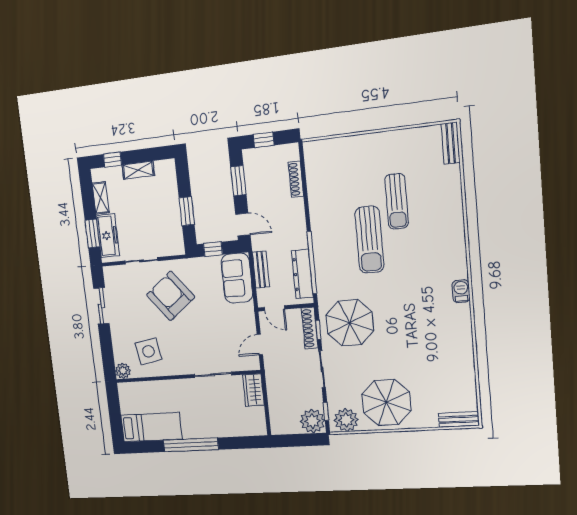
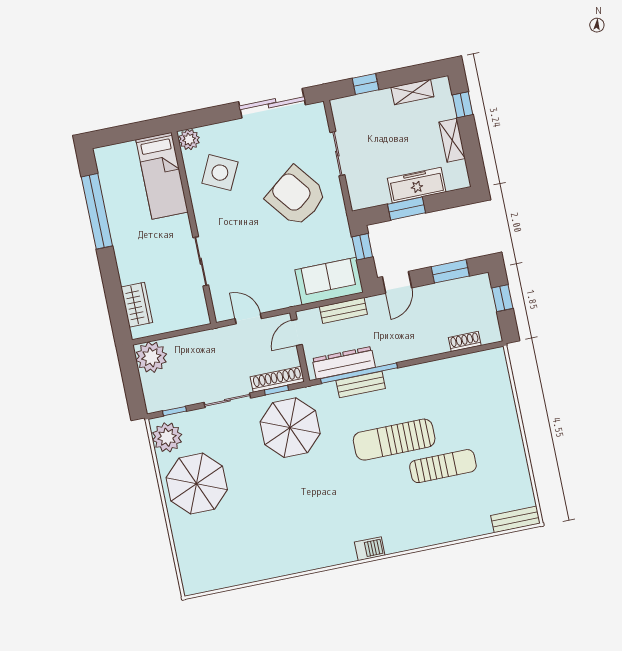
shoe rack: (296, 179) -> (465, 341), width x0.70
sun lounger: (397, 201) -> (443, 466), turned 180
window: (92, 234) -> (366, 84), width x0.67
freezer: (108, 236) -> (417, 185), moved, turned 180
barbecue: (461, 291) -> (370, 549), moved
armchair: (171, 296) -> (296, 196), turned -90
sliding door: (101, 306) -> (272, 103), width x1.37
side table: (148, 351) -> (220, 173), turned 36
wardrobe: (253, 390) -> (137, 305), moved, turned 90
bench: (459, 419) -> (361, 384), moved, turned 90
plant: (313, 421) -> (151, 357), moved
bed: (151, 427) -> (162, 176), moved
window: (191, 445) -> (97, 211), moved

